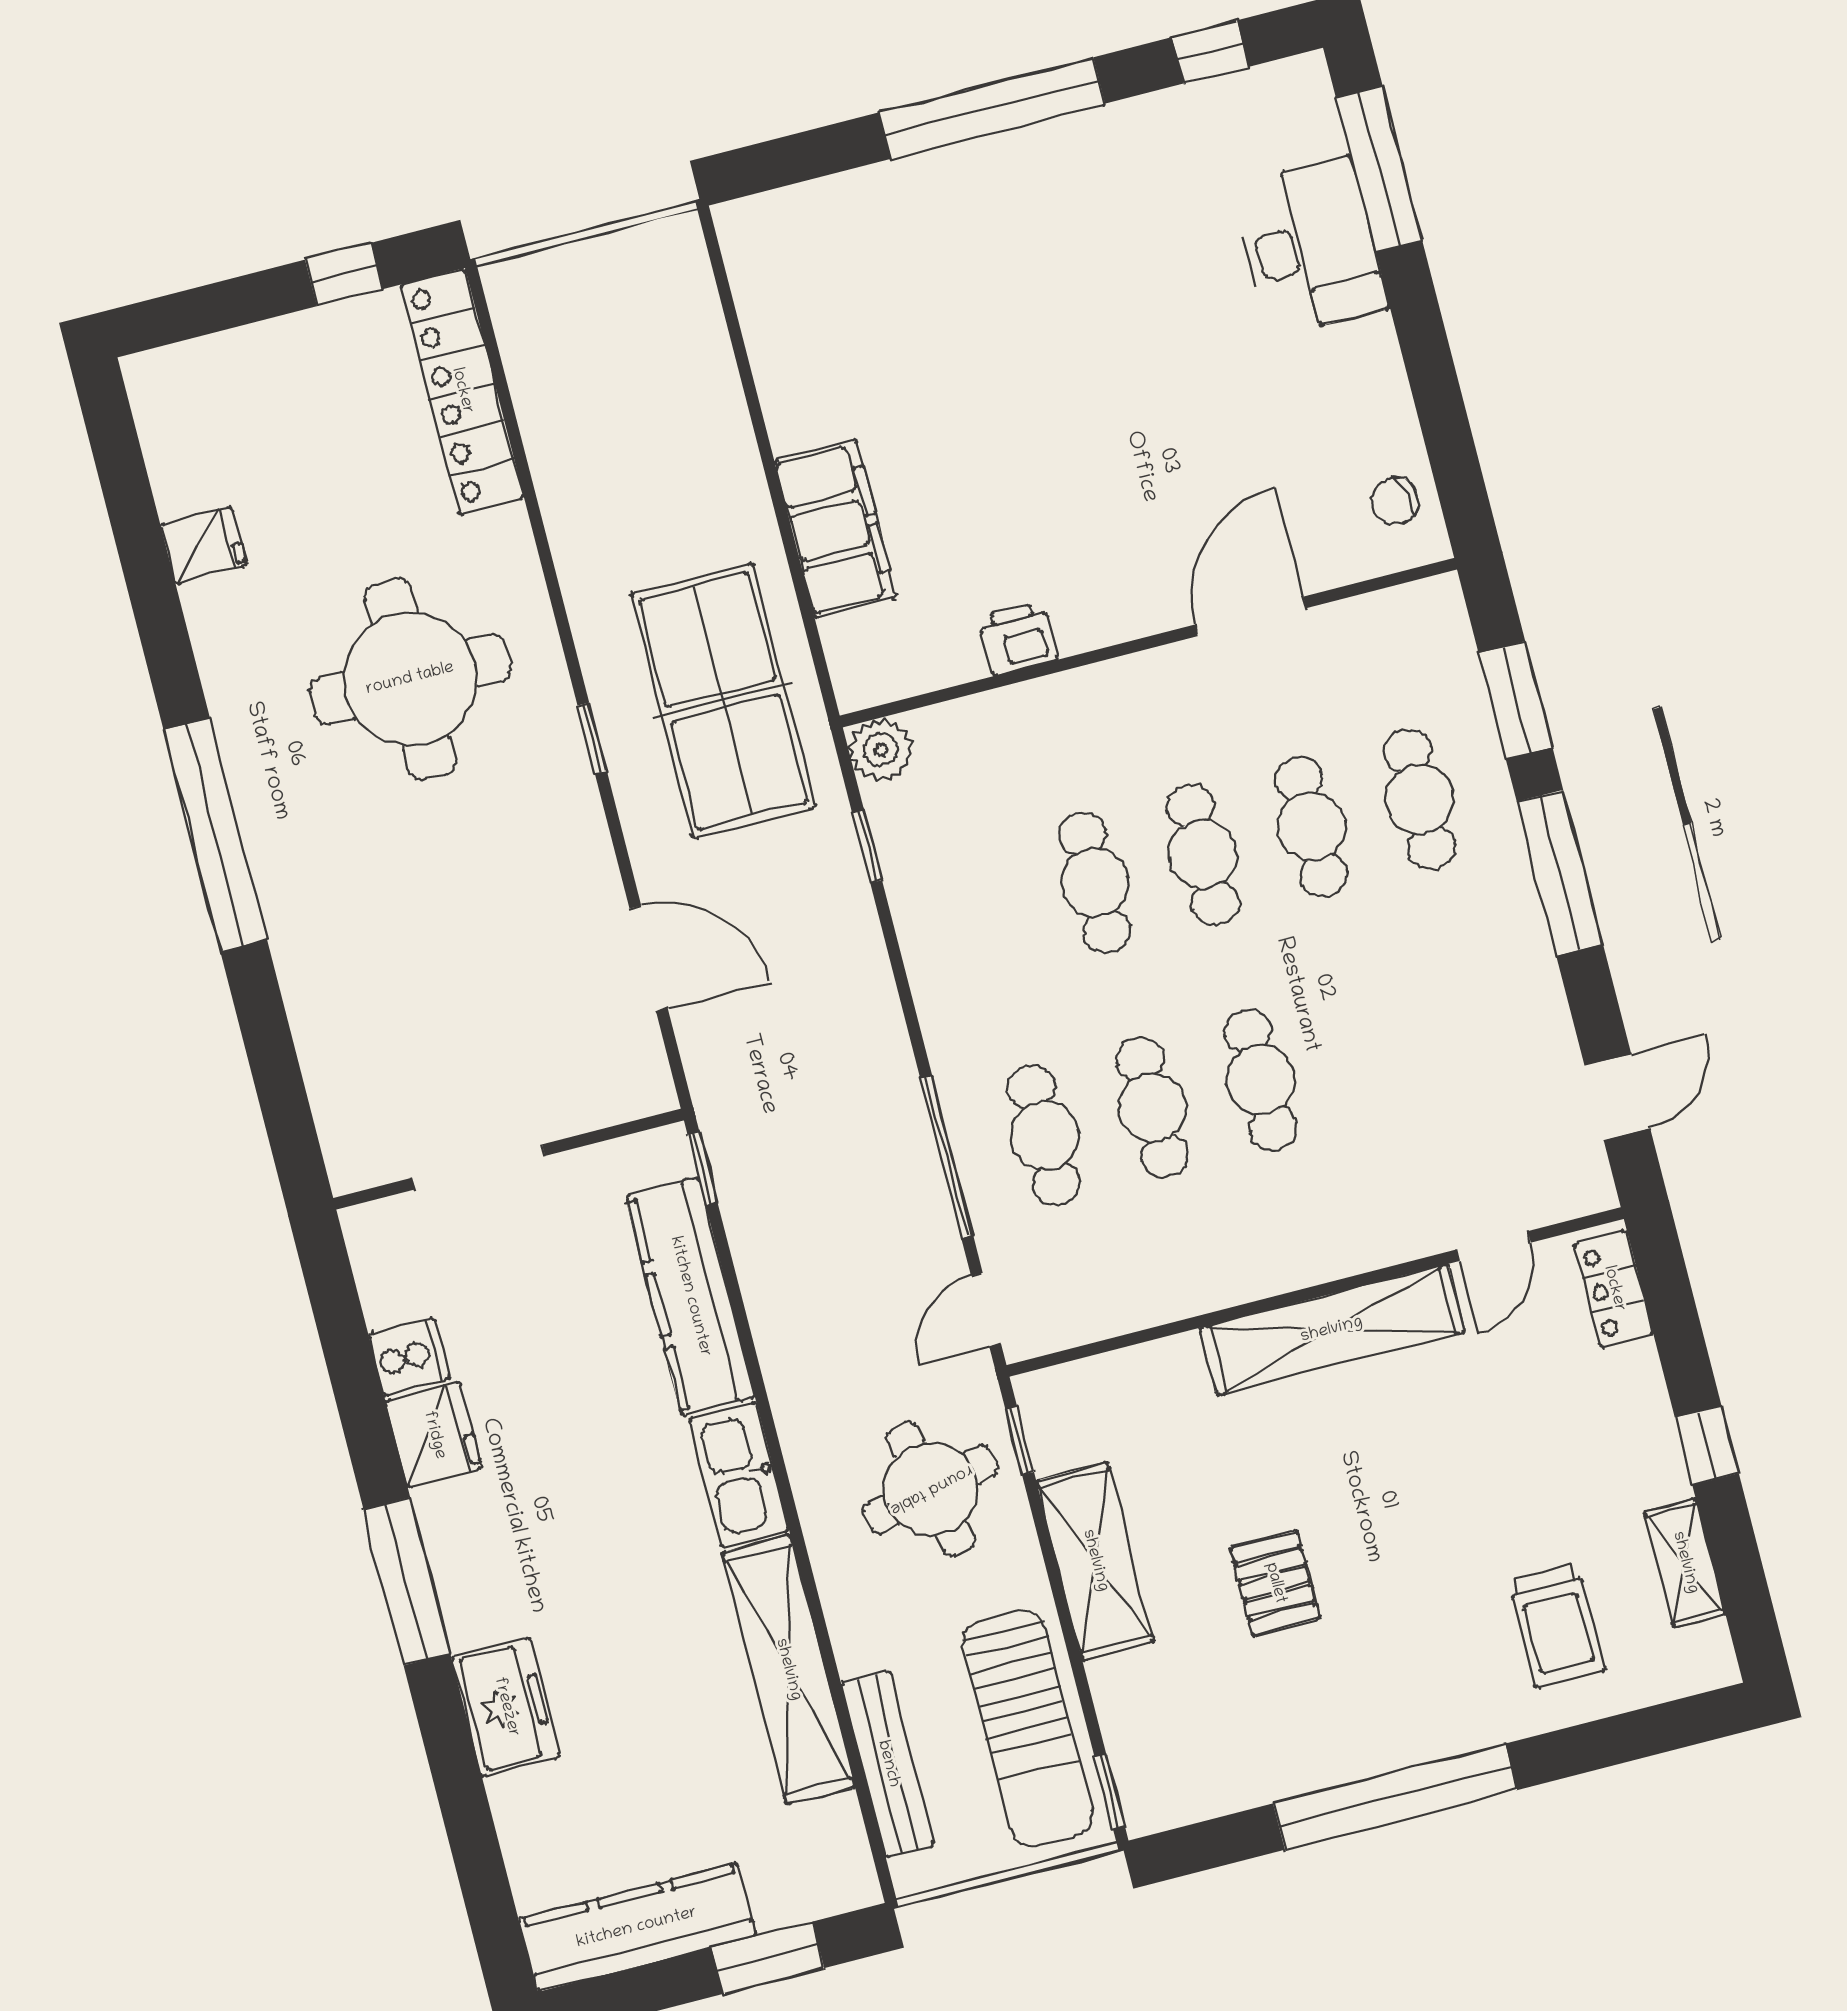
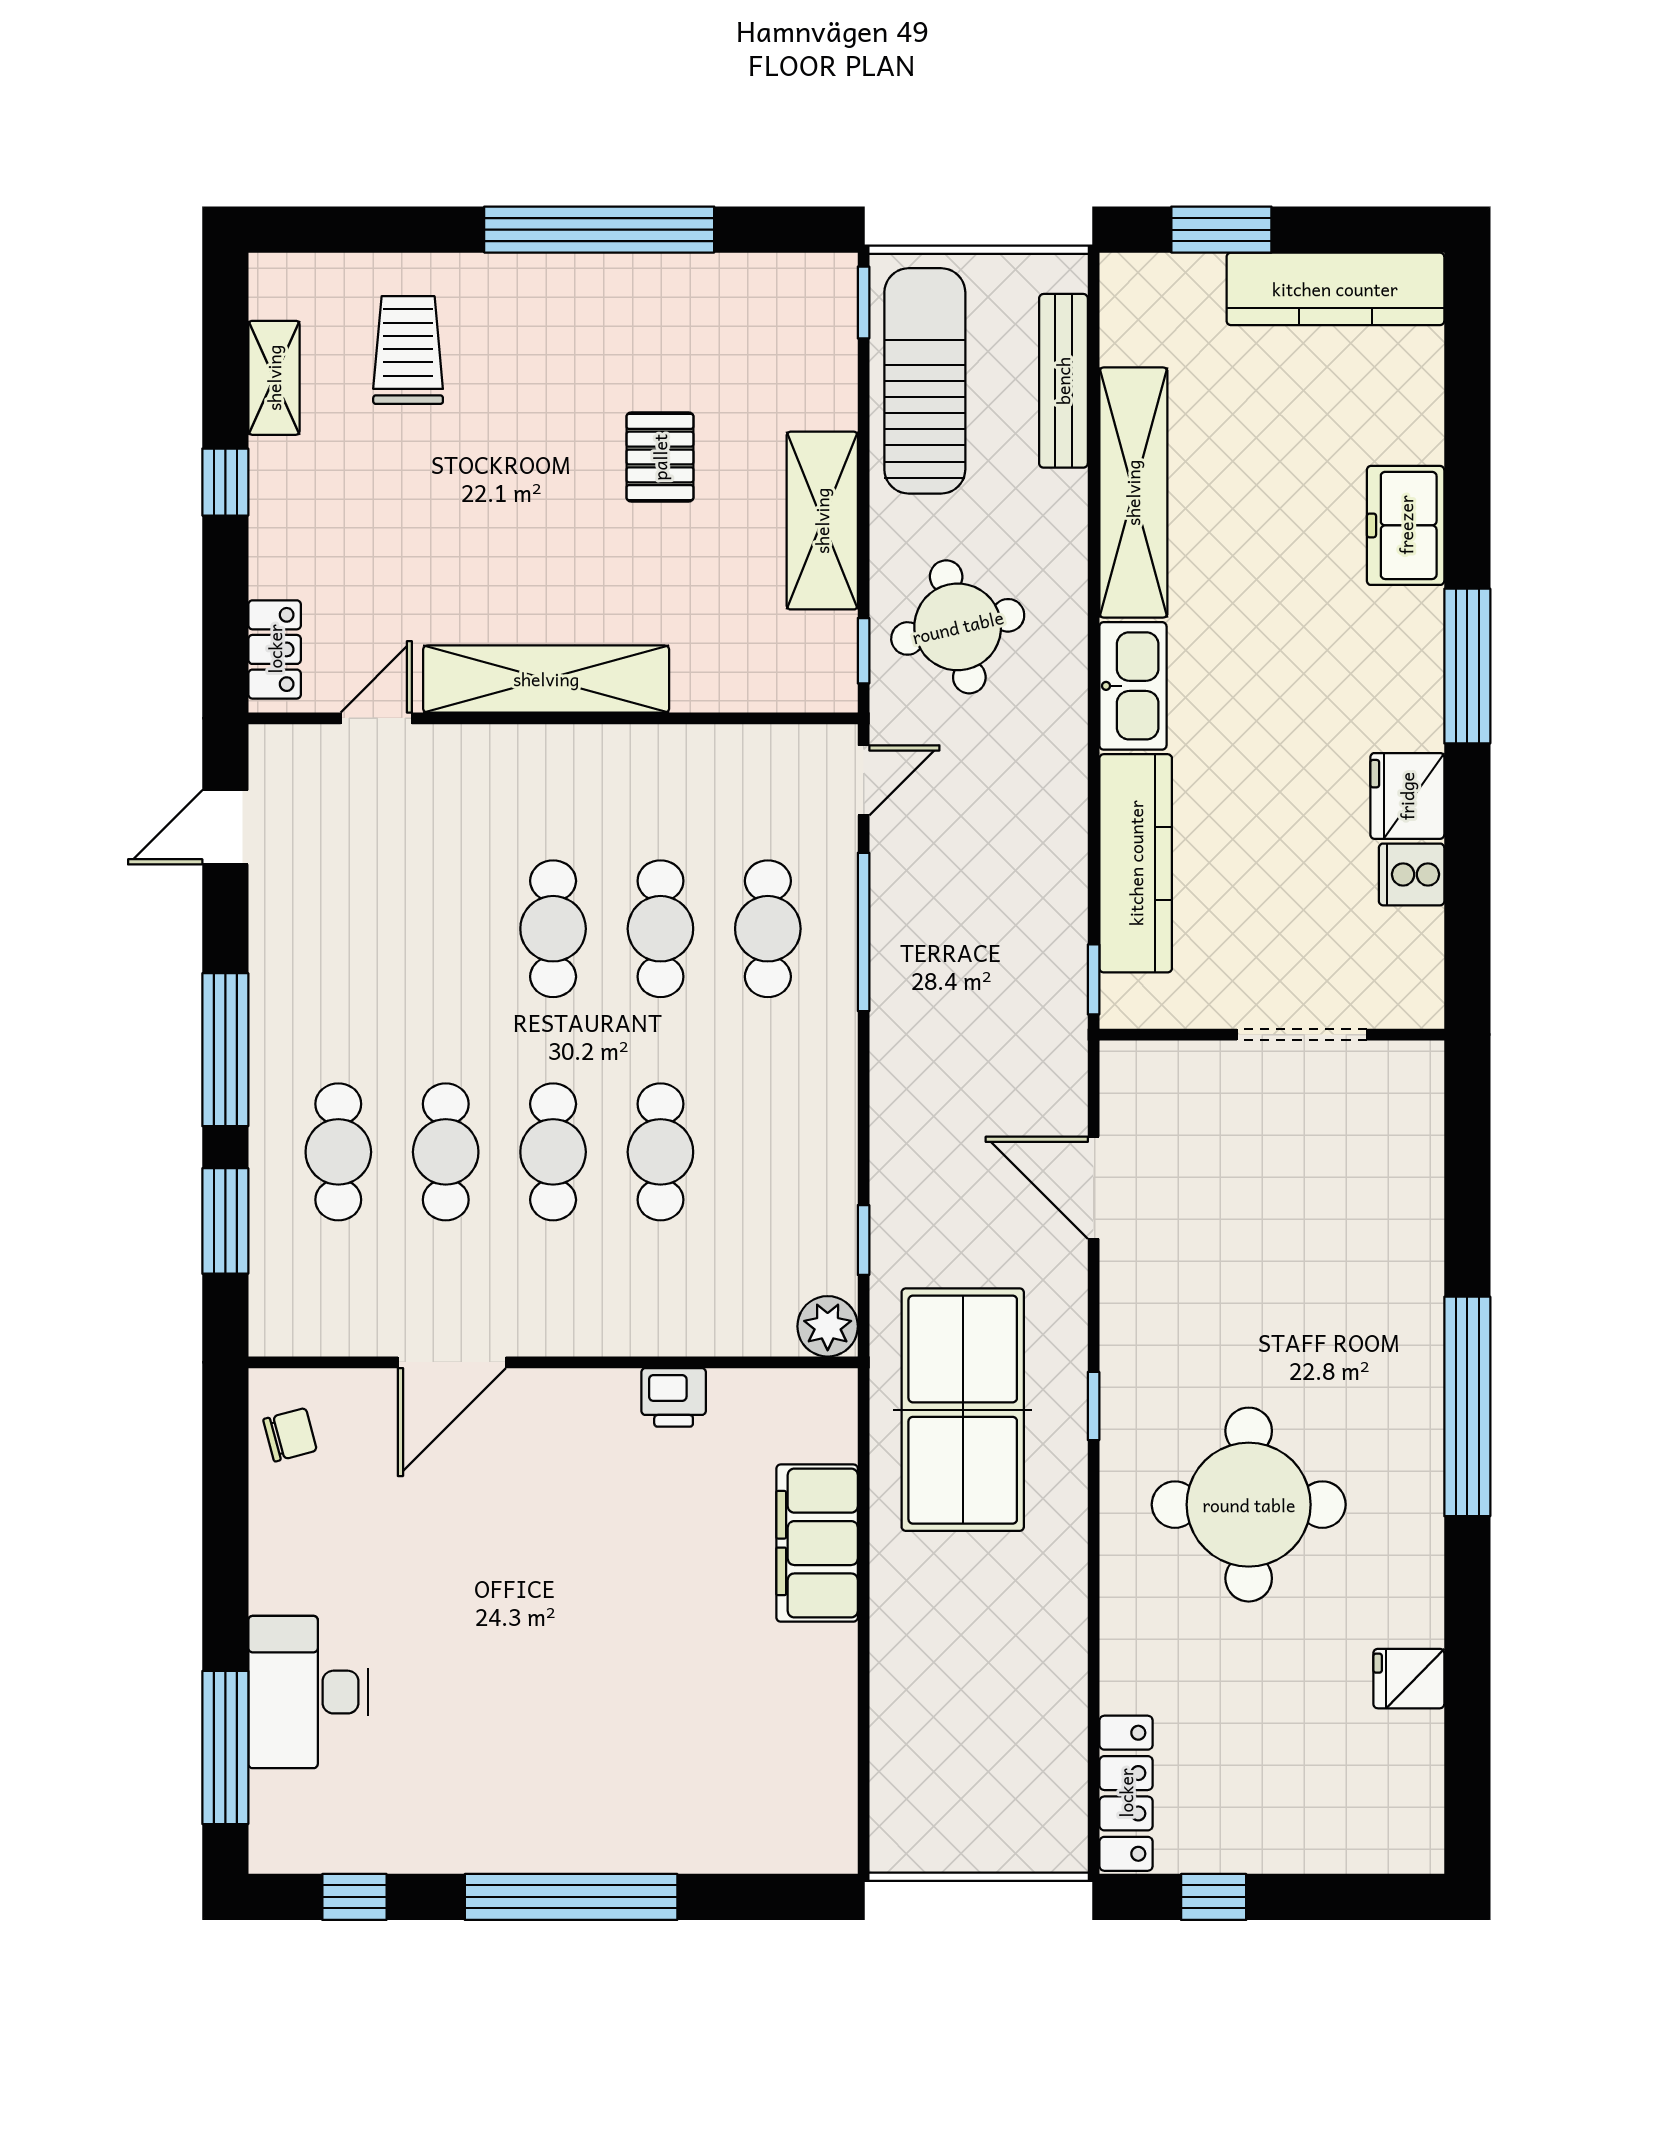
locker: (462, 391) -> (1126, 1793), width x0.71, depth x0.83

